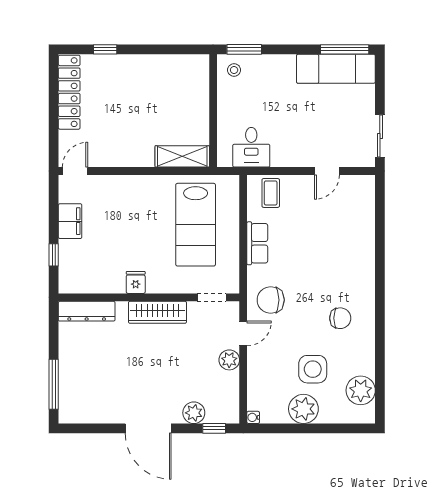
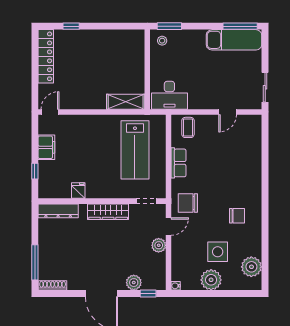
desk: (251, 147) -> (169, 95), width x1.37
fridge: (136, 282) -> (78, 191), moved
shoe rack: (79, 417) -> (53, 285), added

